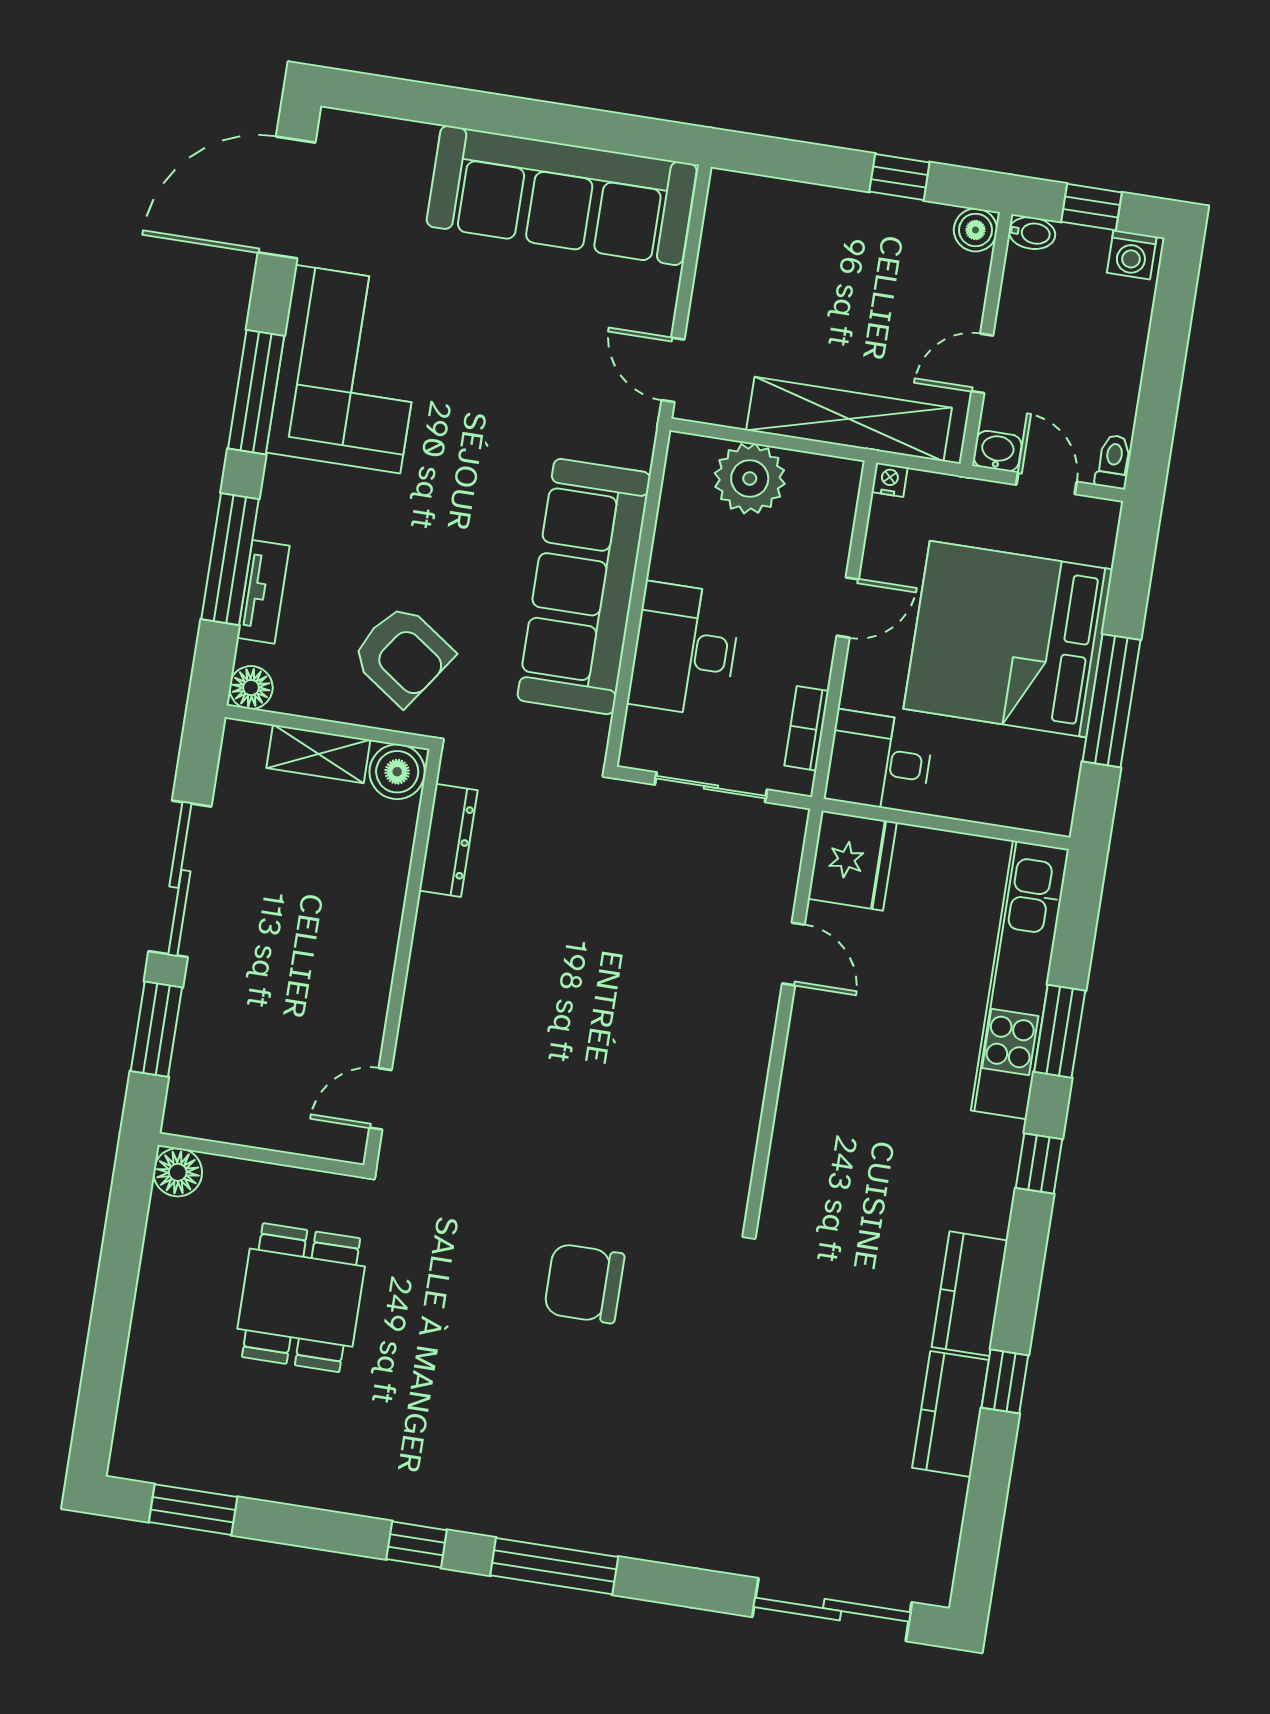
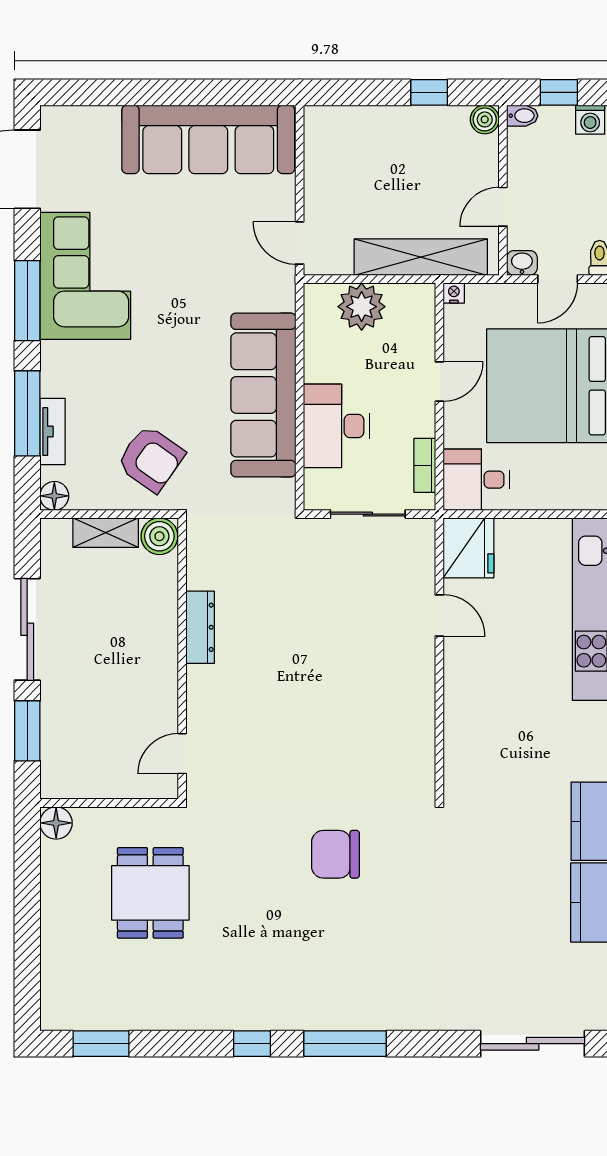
door: (1046, 483) -> (558, 279), swing flipped
dresser: (448, 840) -> (200, 627), moved

